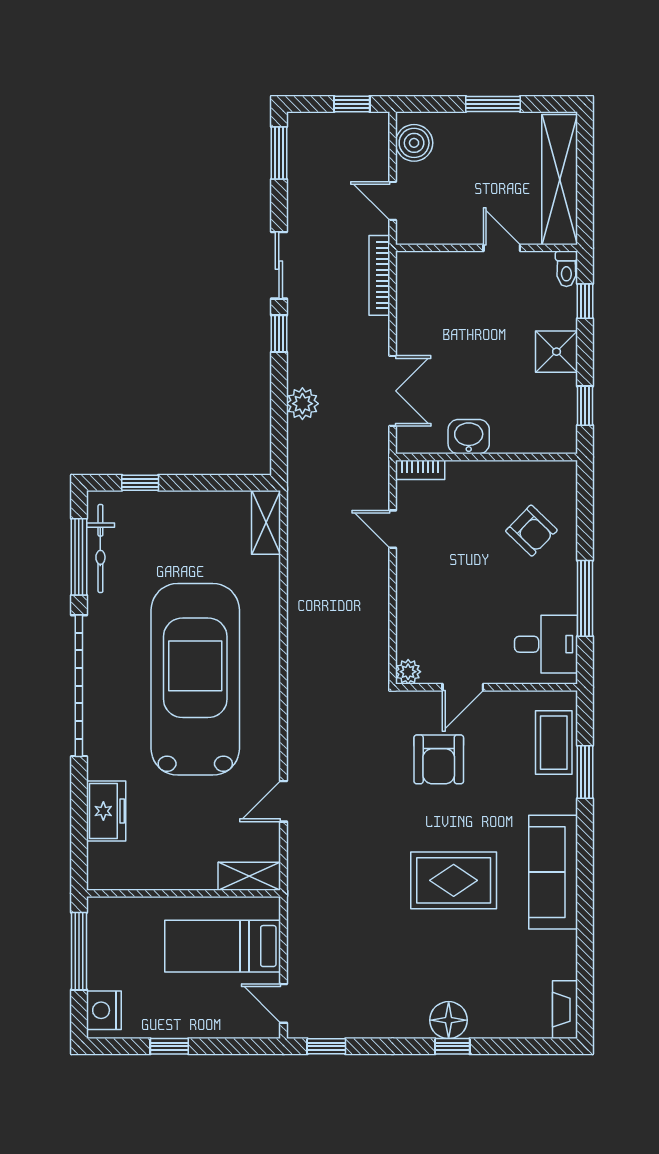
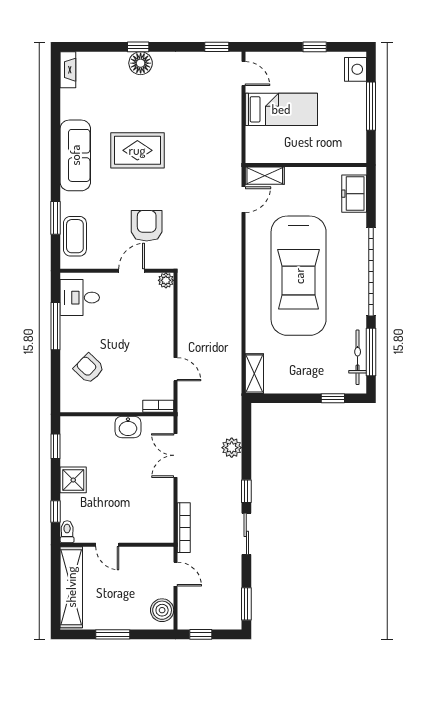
shelving: (249, 876) -> (265, 176), moved
wall: (183, 893) -> (306, 165), moved

